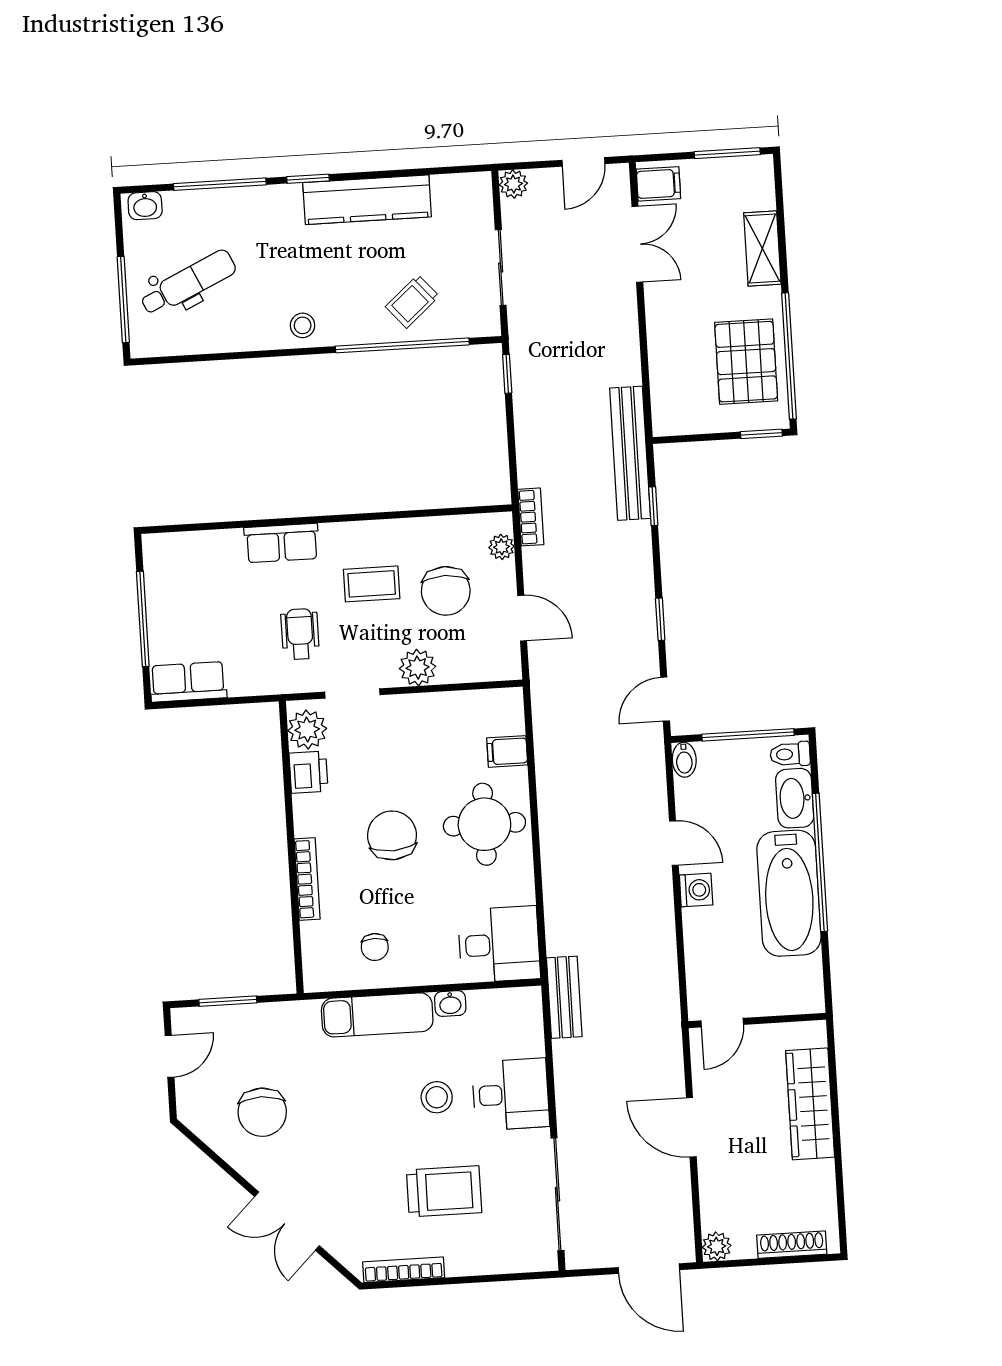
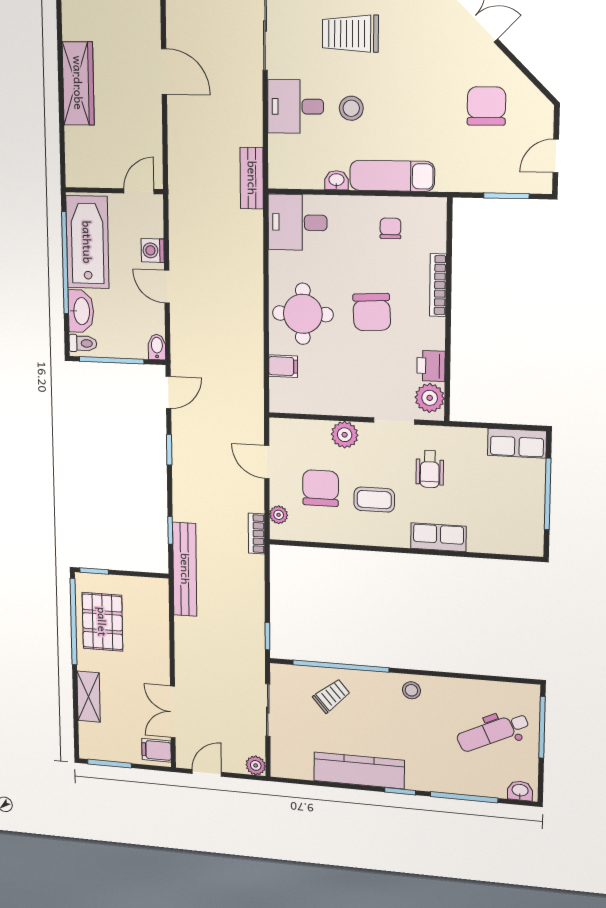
wall: (757, 1021) -> (114, 191), moved
door: (722, 1023) -> (139, 191), moved

